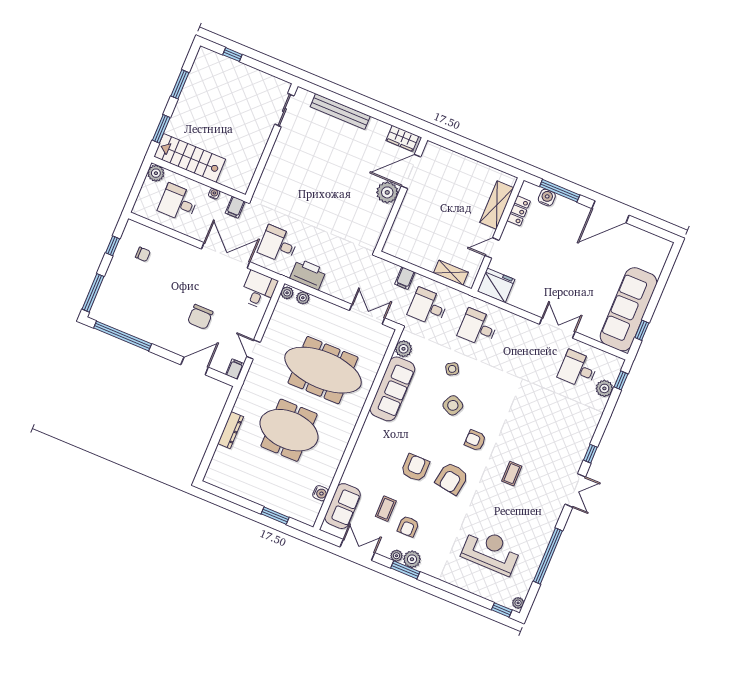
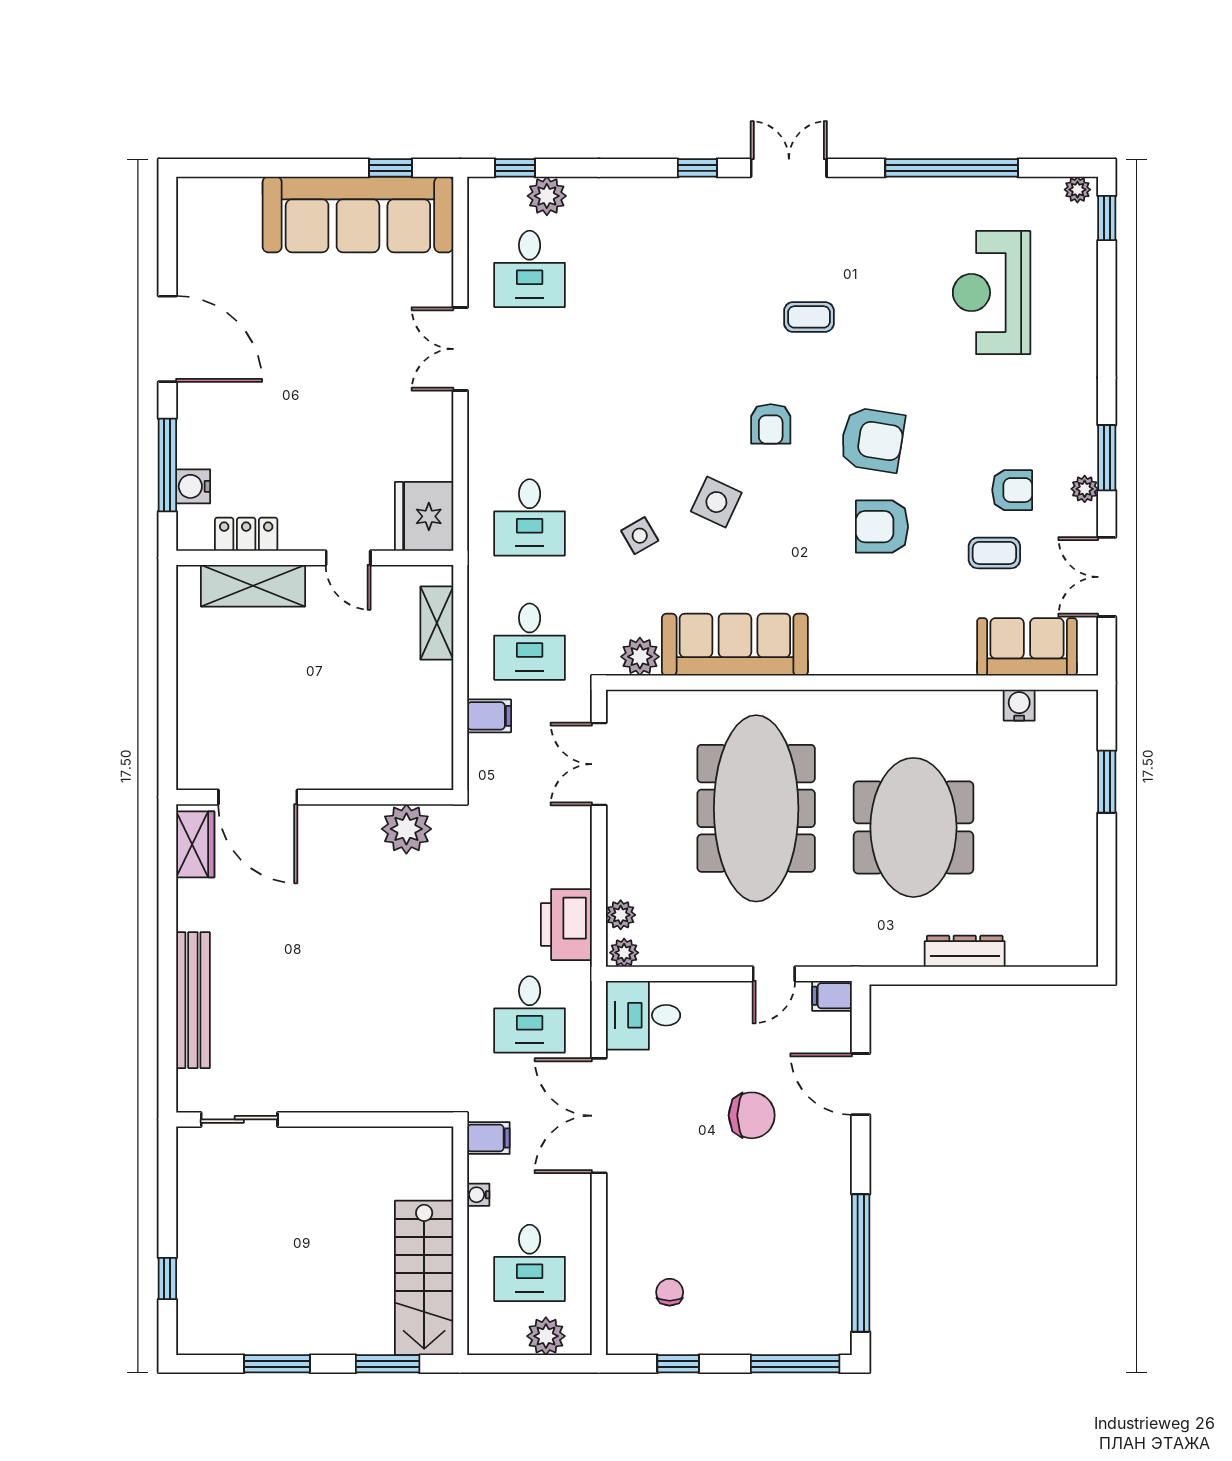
plant: (156, 173) -> (546, 1336), moved
plant: (387, 192) -> (406, 829), moved
plant: (412, 559) -> (1078, 453), removed

